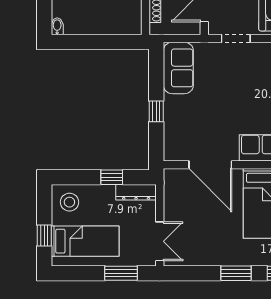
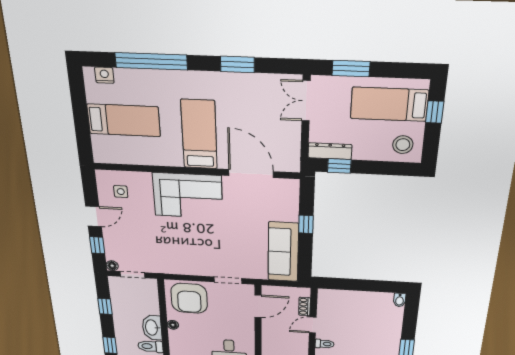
sofa: (178, 68) -> (283, 252), width x1.36
window: (112, 177) -> (339, 166), moved
window: (236, 273) -> (237, 64), moved

